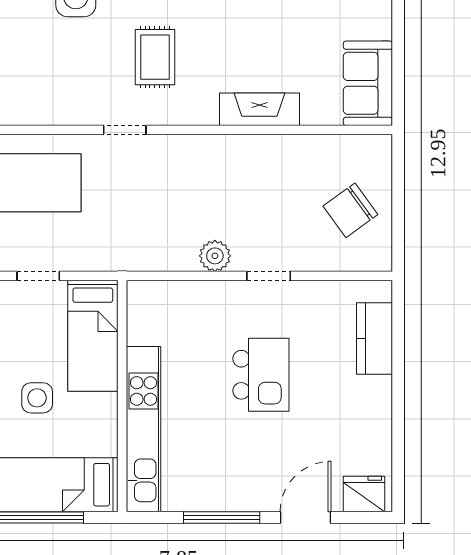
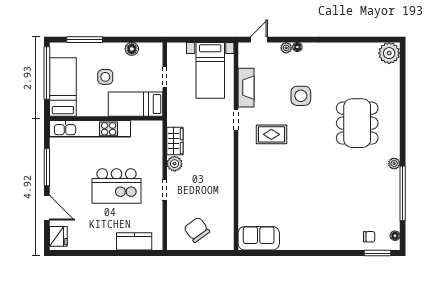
fireplace: (259, 109) -> (246, 88), moved
wardrobe: (169, 255) -> (175, 141), added
kitchen island: (261, 375) -> (116, 186), width x1.37, depth x1.28

